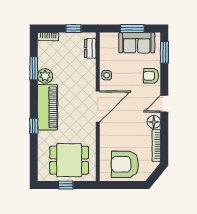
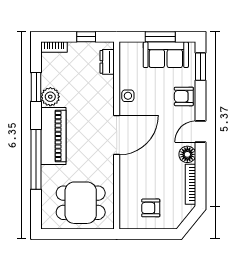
window: (34, 126) -> (36, 159), width x3.17
armchair: (125, 164) -> (151, 208), width x0.53, depth x0.53
window: (66, 185) -> (76, 234), removed

